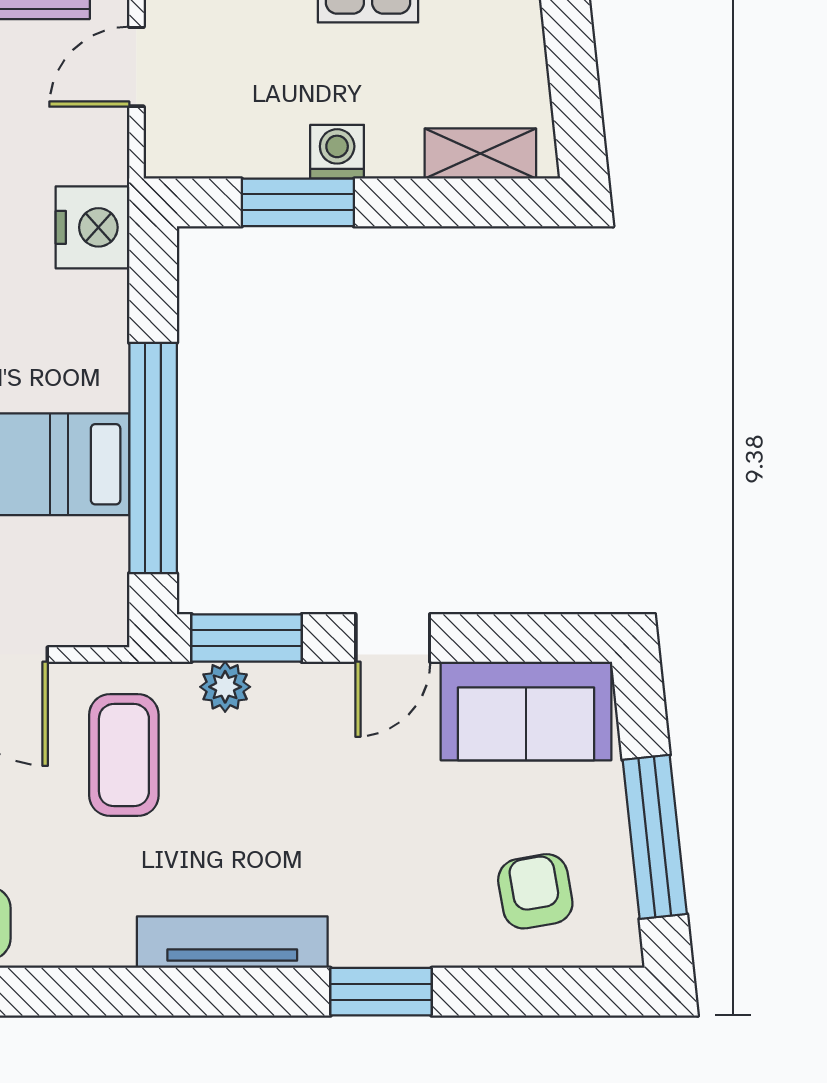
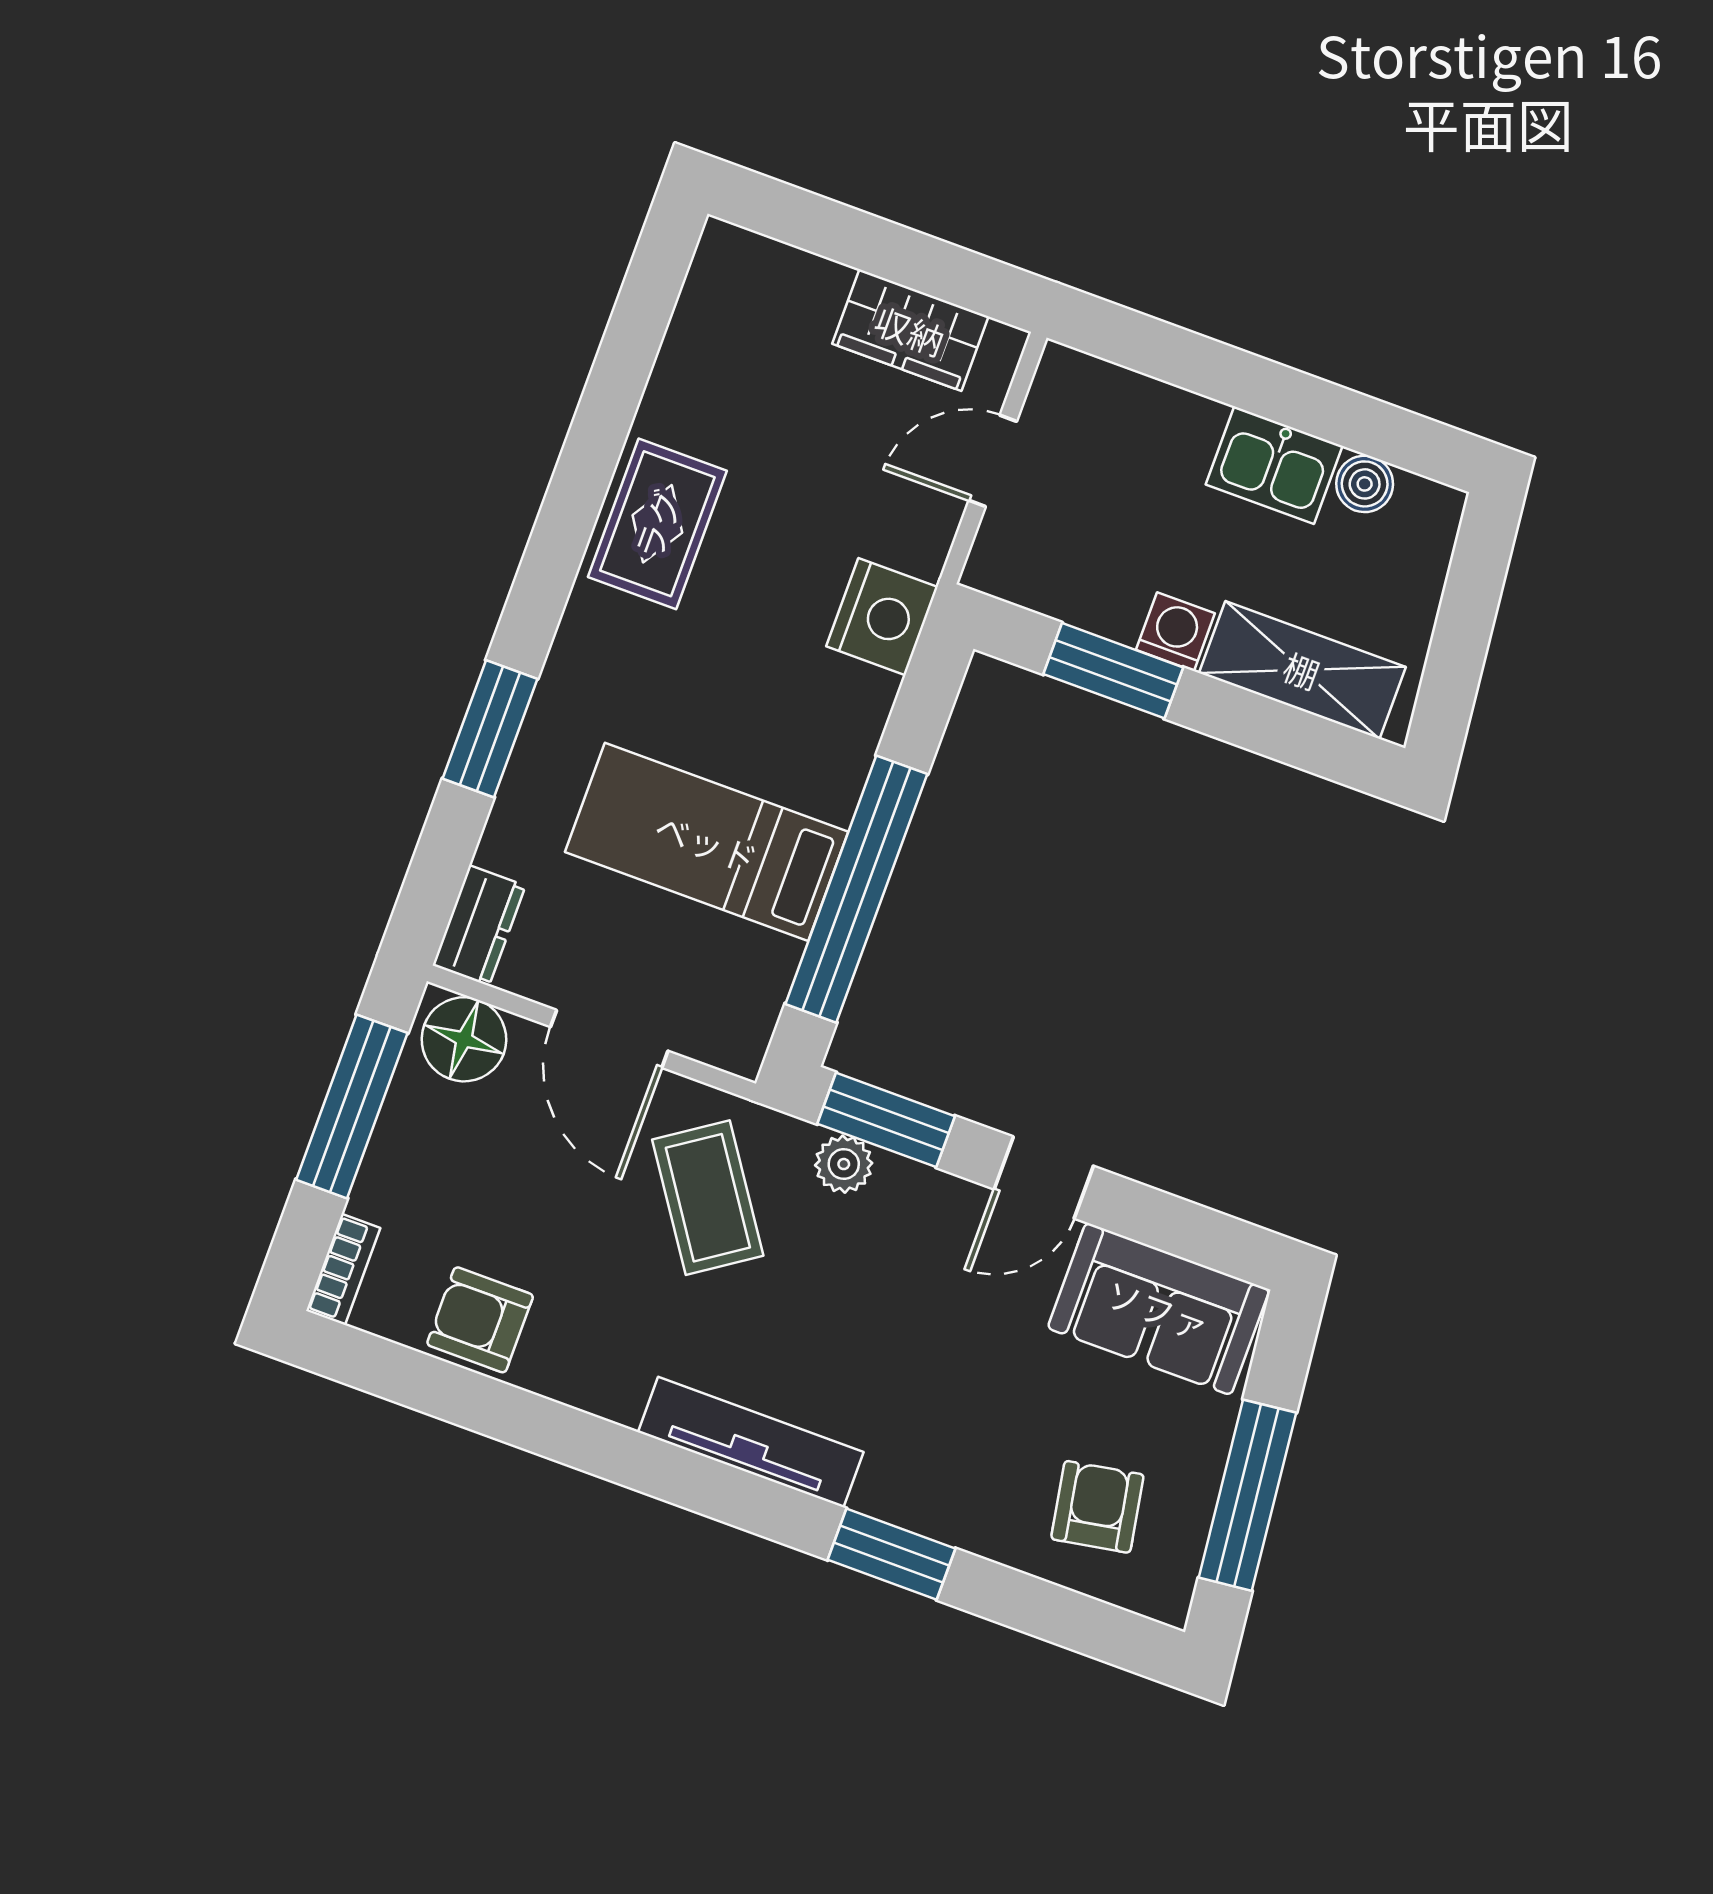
shelving: (480, 154) -> (1302, 670), width x1.50, depth x1.33
coffee table: (124, 755) -> (708, 1198), turned -34

